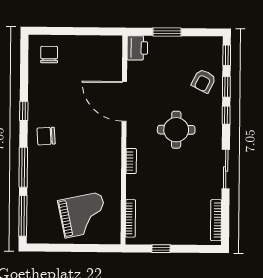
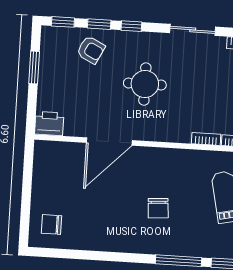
window: (167, 32) -> (34, 67), moved
window: (24, 111) -> (115, 257), removed
chair: (46, 136) -> (158, 208), moved
bookcase: (131, 161) -> (206, 139), moved

